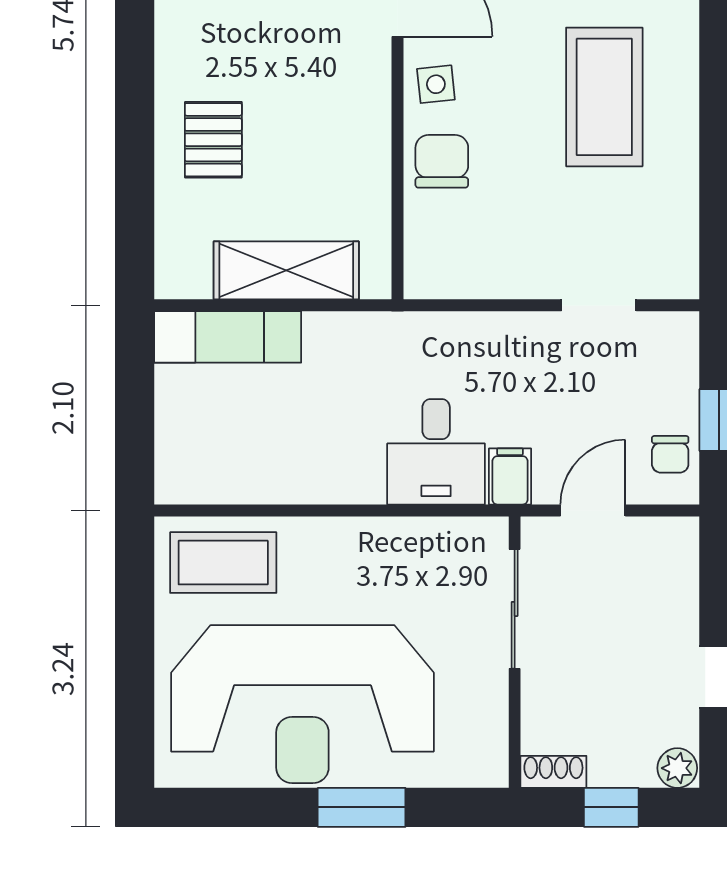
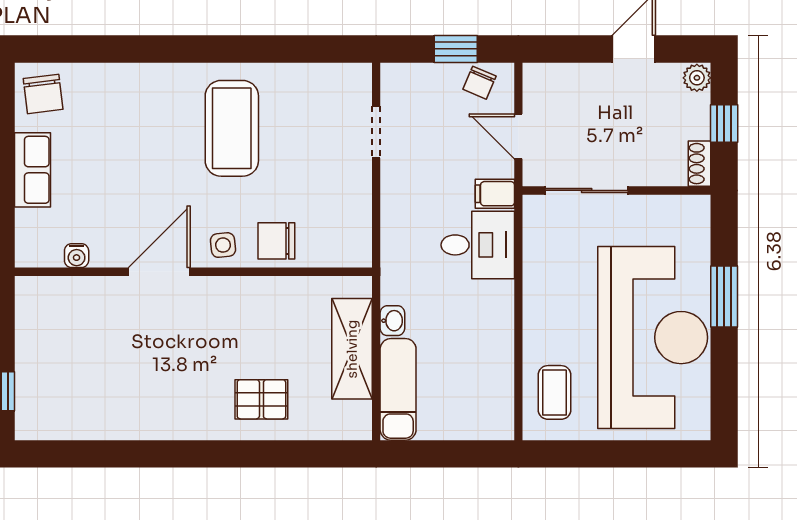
coffee table: (604, 97) -> (232, 128), turned 90
washbasin: (327, 329) -> (392, 321), added
chair: (670, 454) -> (479, 83), turned 113
coffee table: (223, 563) -> (555, 392), width x0.73, depth x0.77

